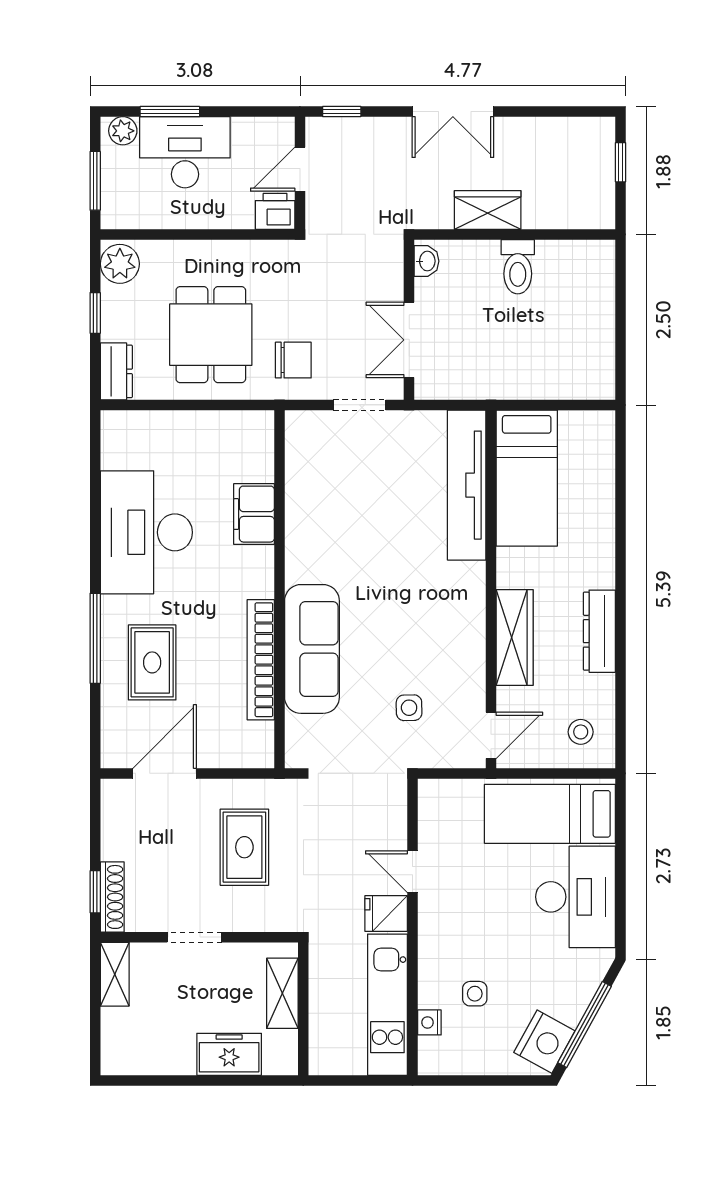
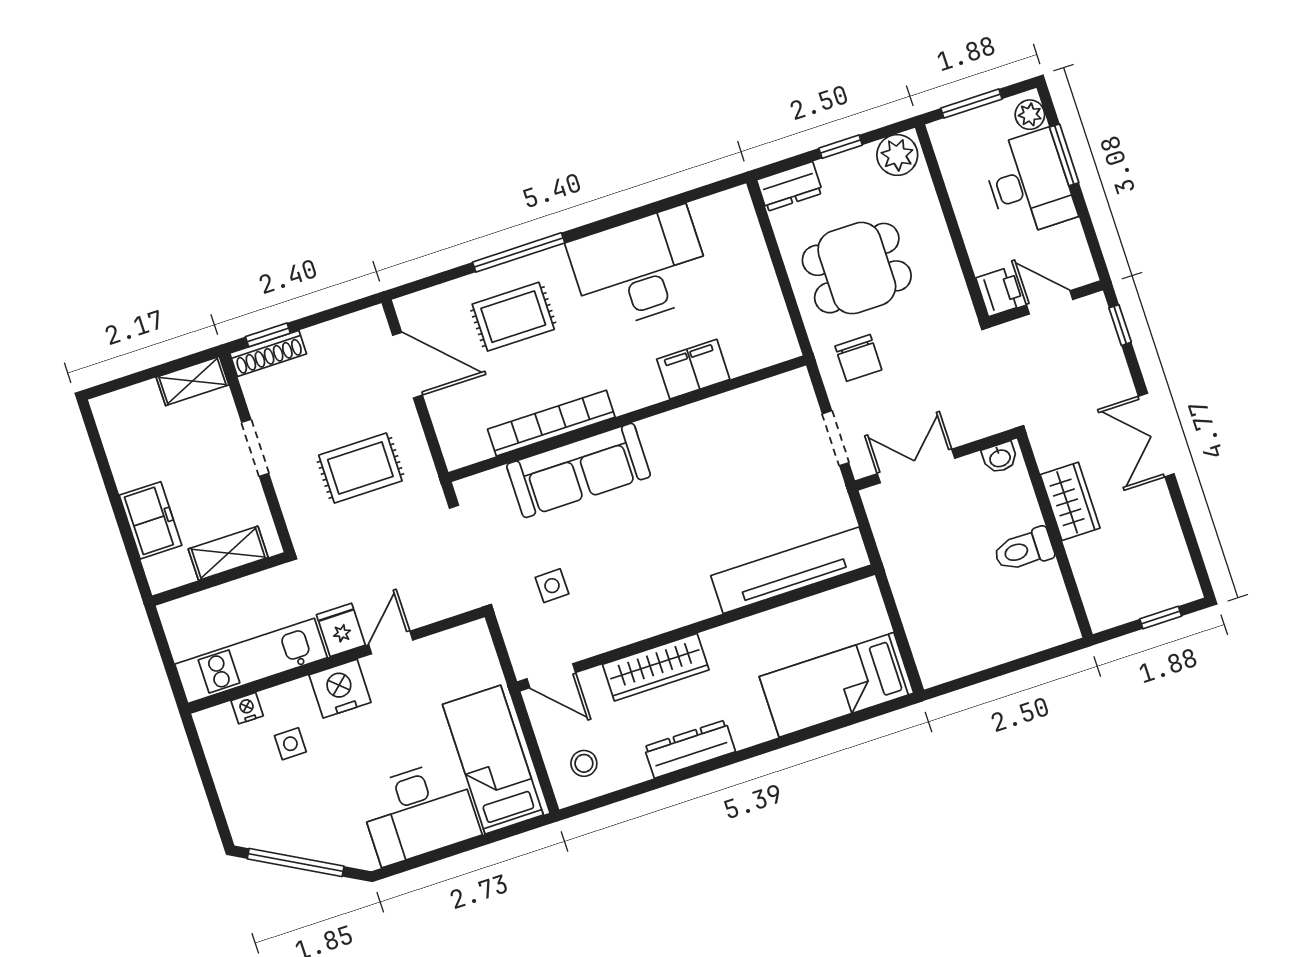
bed: (527, 478) -> (836, 685), moved
nightstand: (544, 1042) -> (340, 689), moved, turned 151

